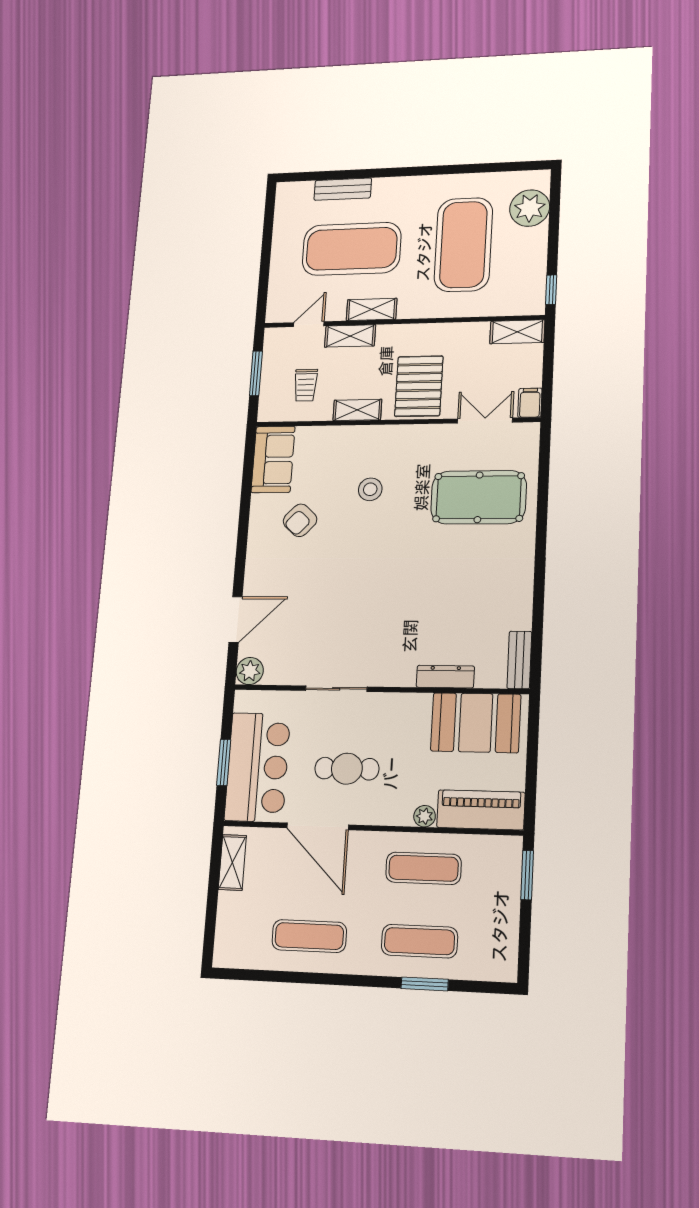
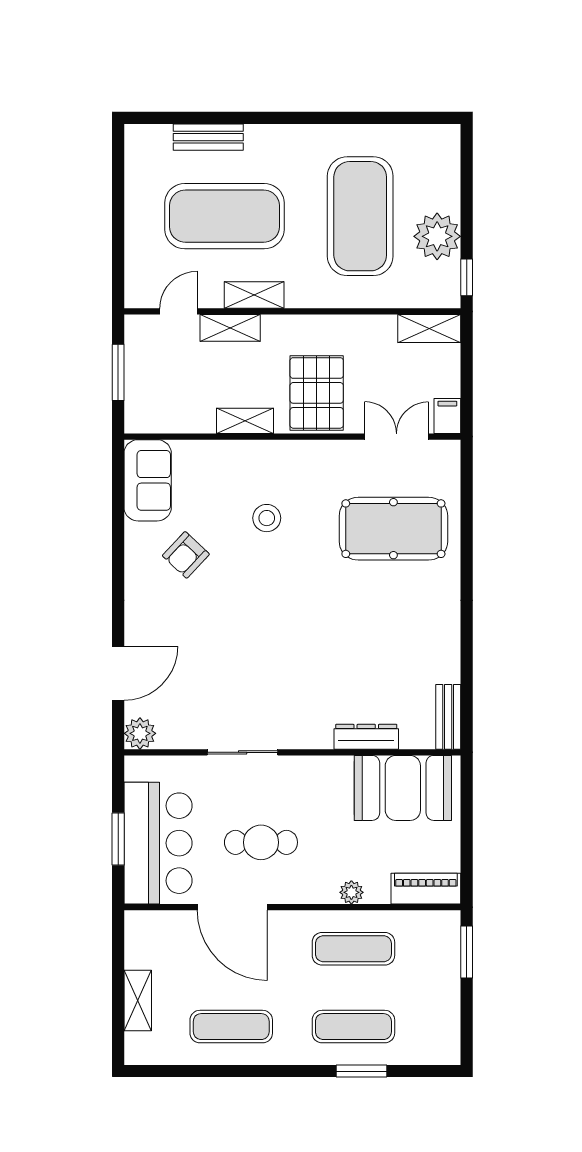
plant: (530, 208) -> (437, 236), moved
trolley: (306, 385) -> (180, 389), removed
piano: (481, 810) -> (426, 889), width x0.73, depth x0.75
shelving: (232, 862) -> (138, 1000), moved

